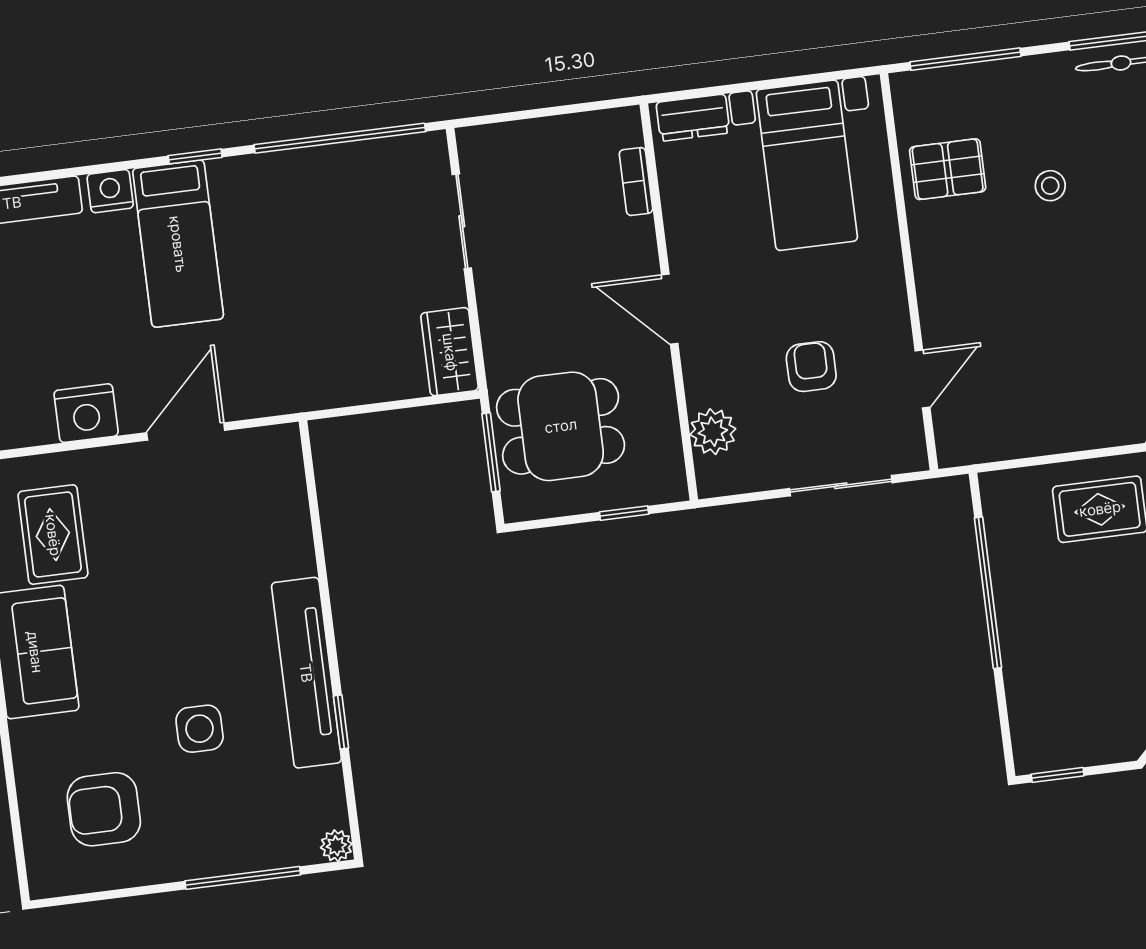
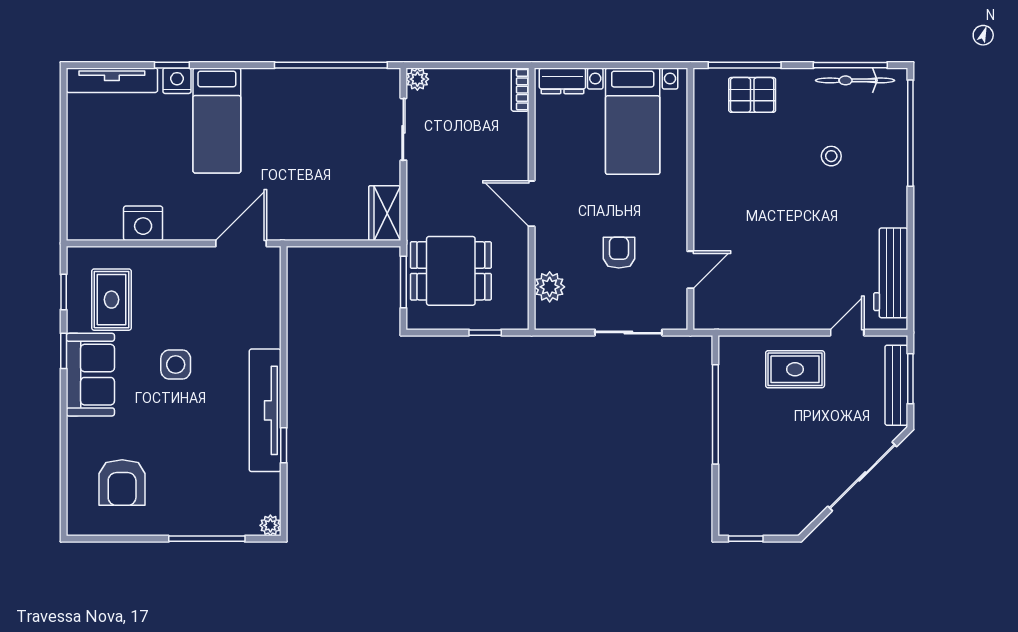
plant: (473, 143) -> (417, 79), added
window: (195, 156) -> (172, 65), moved
pallet: (948, 169) -> (752, 95), moved
bookcase: (636, 181) -> (520, 90), moved
stool: (1050, 186) -> (831, 156), moved
door: (186, 431) -> (241, 243), moved
side table: (200, 729) -> (176, 365), moved
armchair: (104, 809) -> (122, 483), turned -90

